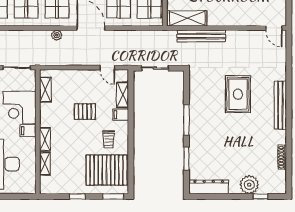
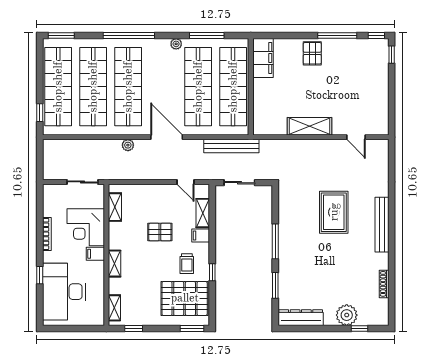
shelving: (187, 18) -> (309, 126), moved
door: (274, 28) -> (356, 137), moved
bench: (201, 36) -> (231, 146), moved
window: (131, 147) -> (212, 272), added
shelving: (45, 164) -> (114, 308), moved
window: (77, 196) -> (134, 328), moved

